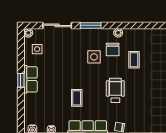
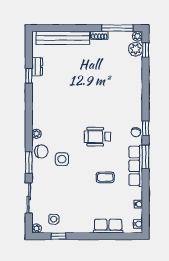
chair: (113, 50) -> (41, 151), moved
coffee table: (134, 60) -> (65, 117), removed
row of seats: (30, 79) -> (108, 226), moved
window: (21, 80) -> (58, 236), moved

